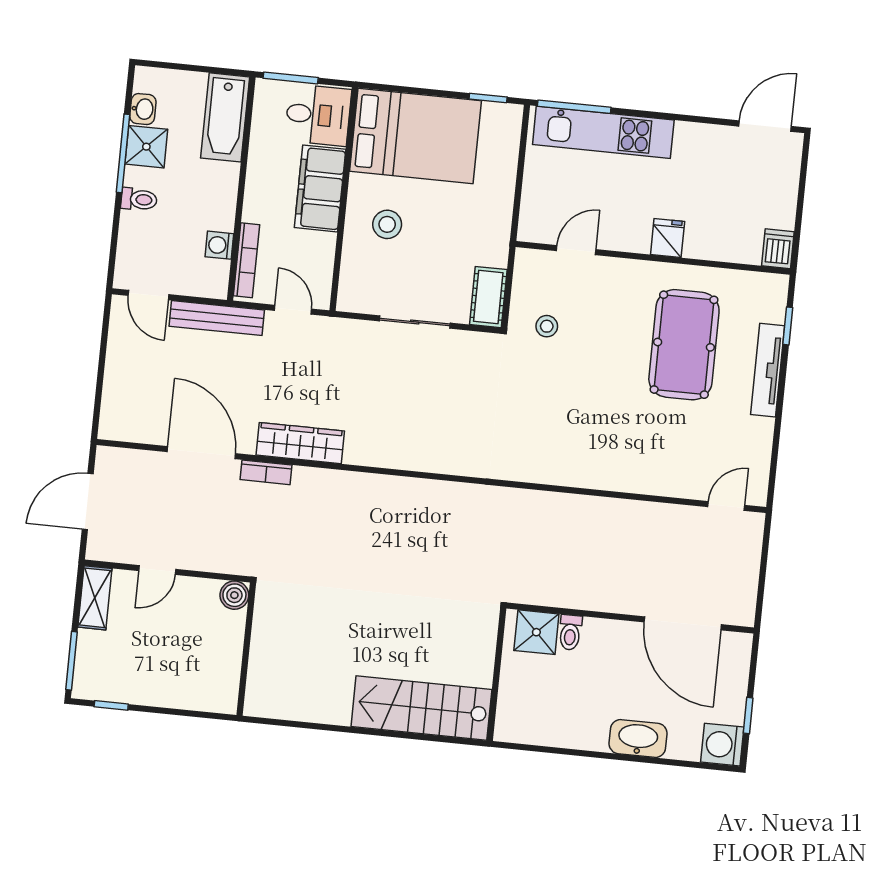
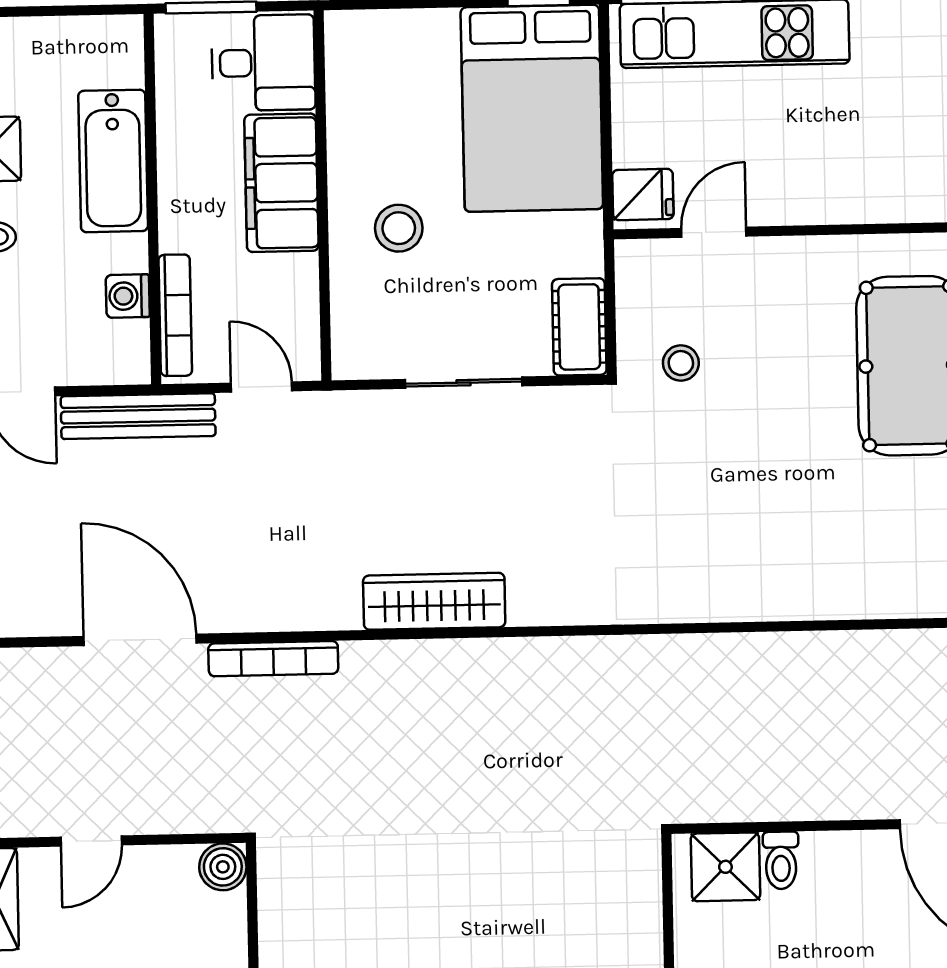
bathtub: (225, 117) -> (113, 161), moved
bed: (415, 136) -> (532, 108), moved, turned 90
fridge: (668, 238) -> (643, 195), moved, turned 90
wardrobe: (300, 443) -> (434, 601), moved
bookcase: (266, 472) -> (273, 659), width x1.56

